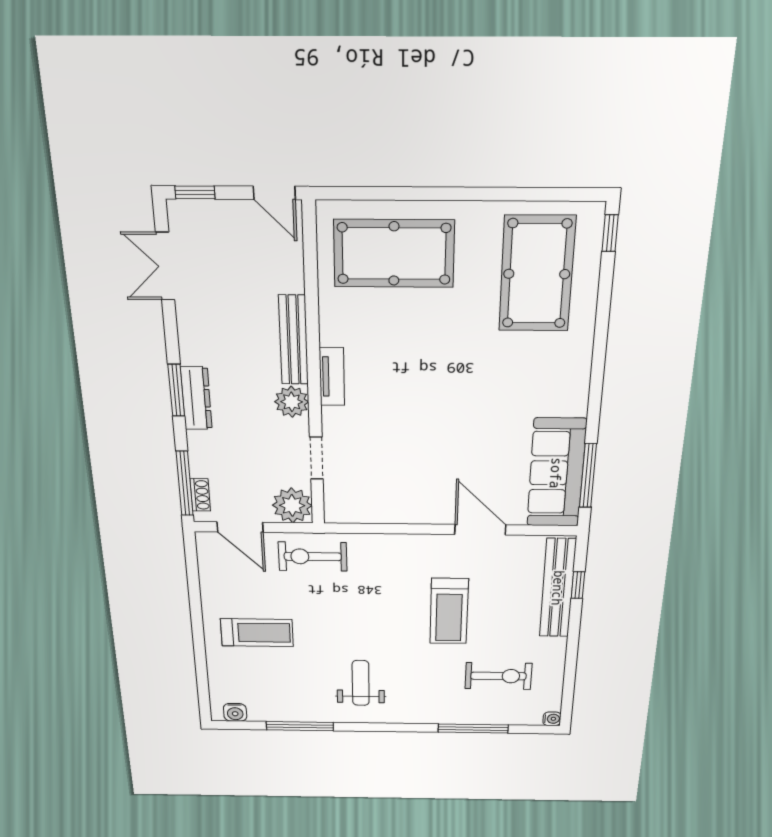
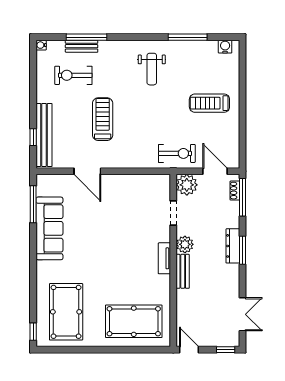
bench: (294, 340) -> (183, 271), width x0.73
sofa: (556, 473) -> (49, 228), moved
bench: (482, 716) -> (82, 46), added

